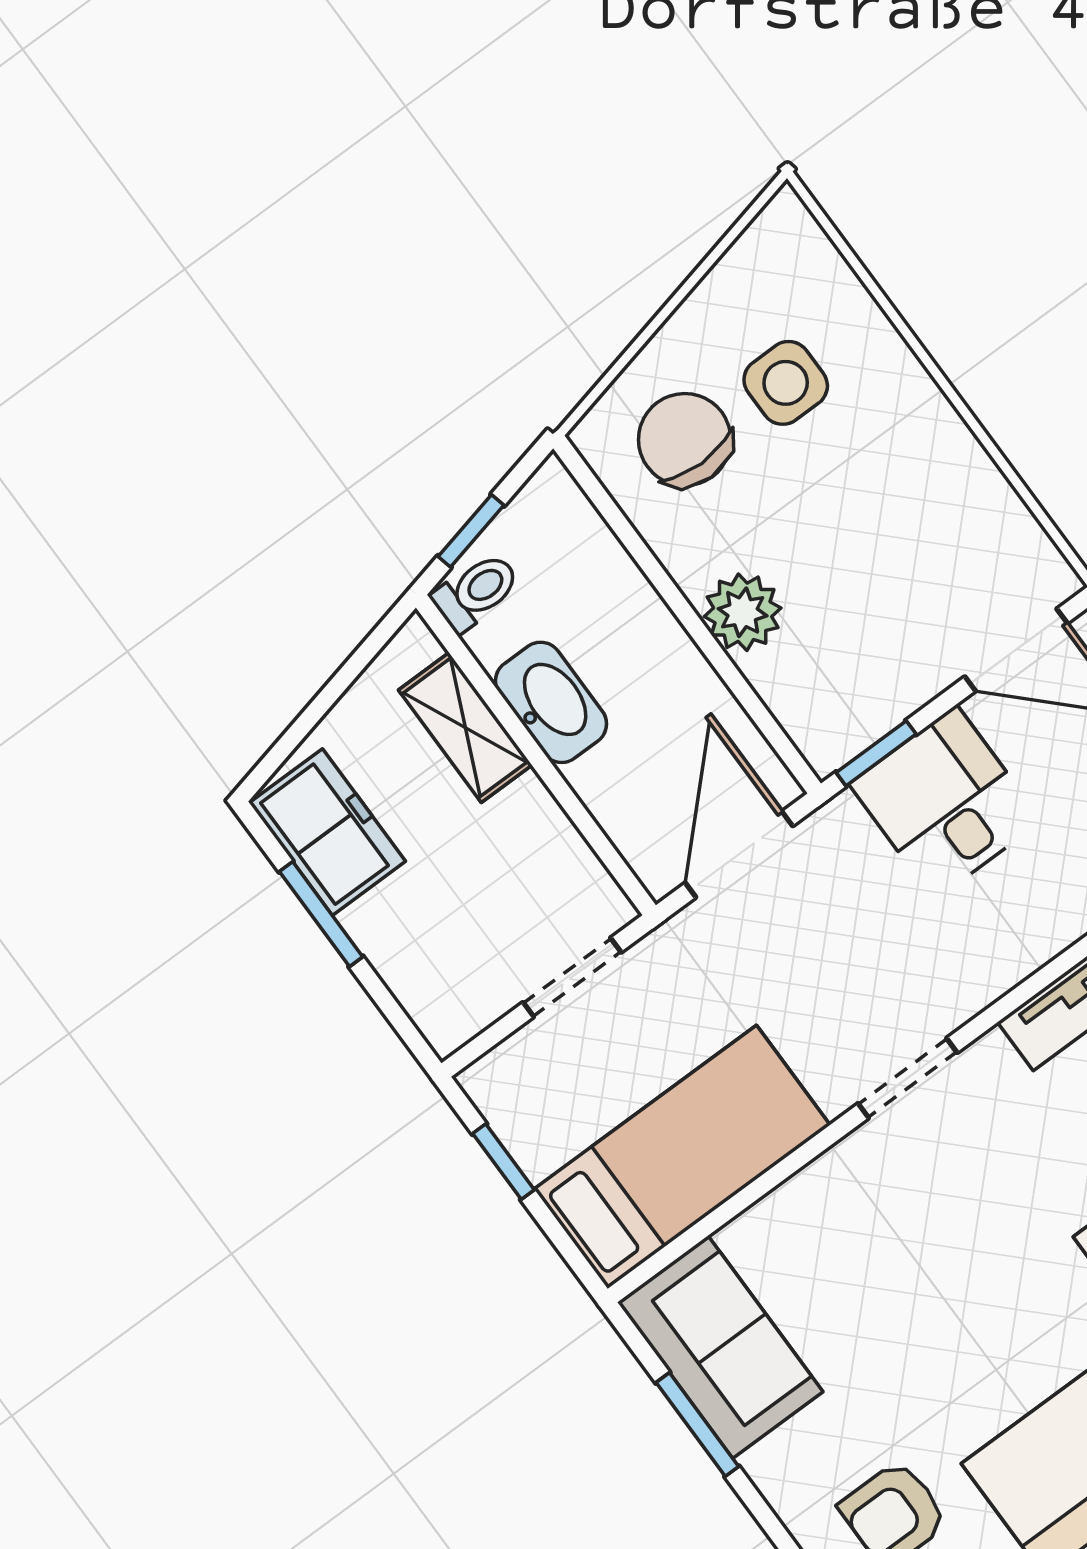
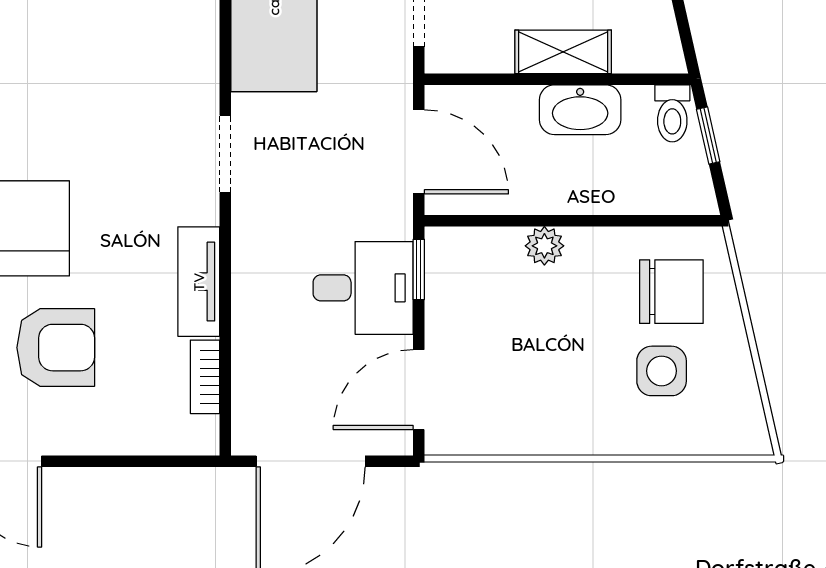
plant: (743, 612) -> (544, 246), width x0.73, depth x0.73
shelving: (465, 727) -> (563, 52), moved

